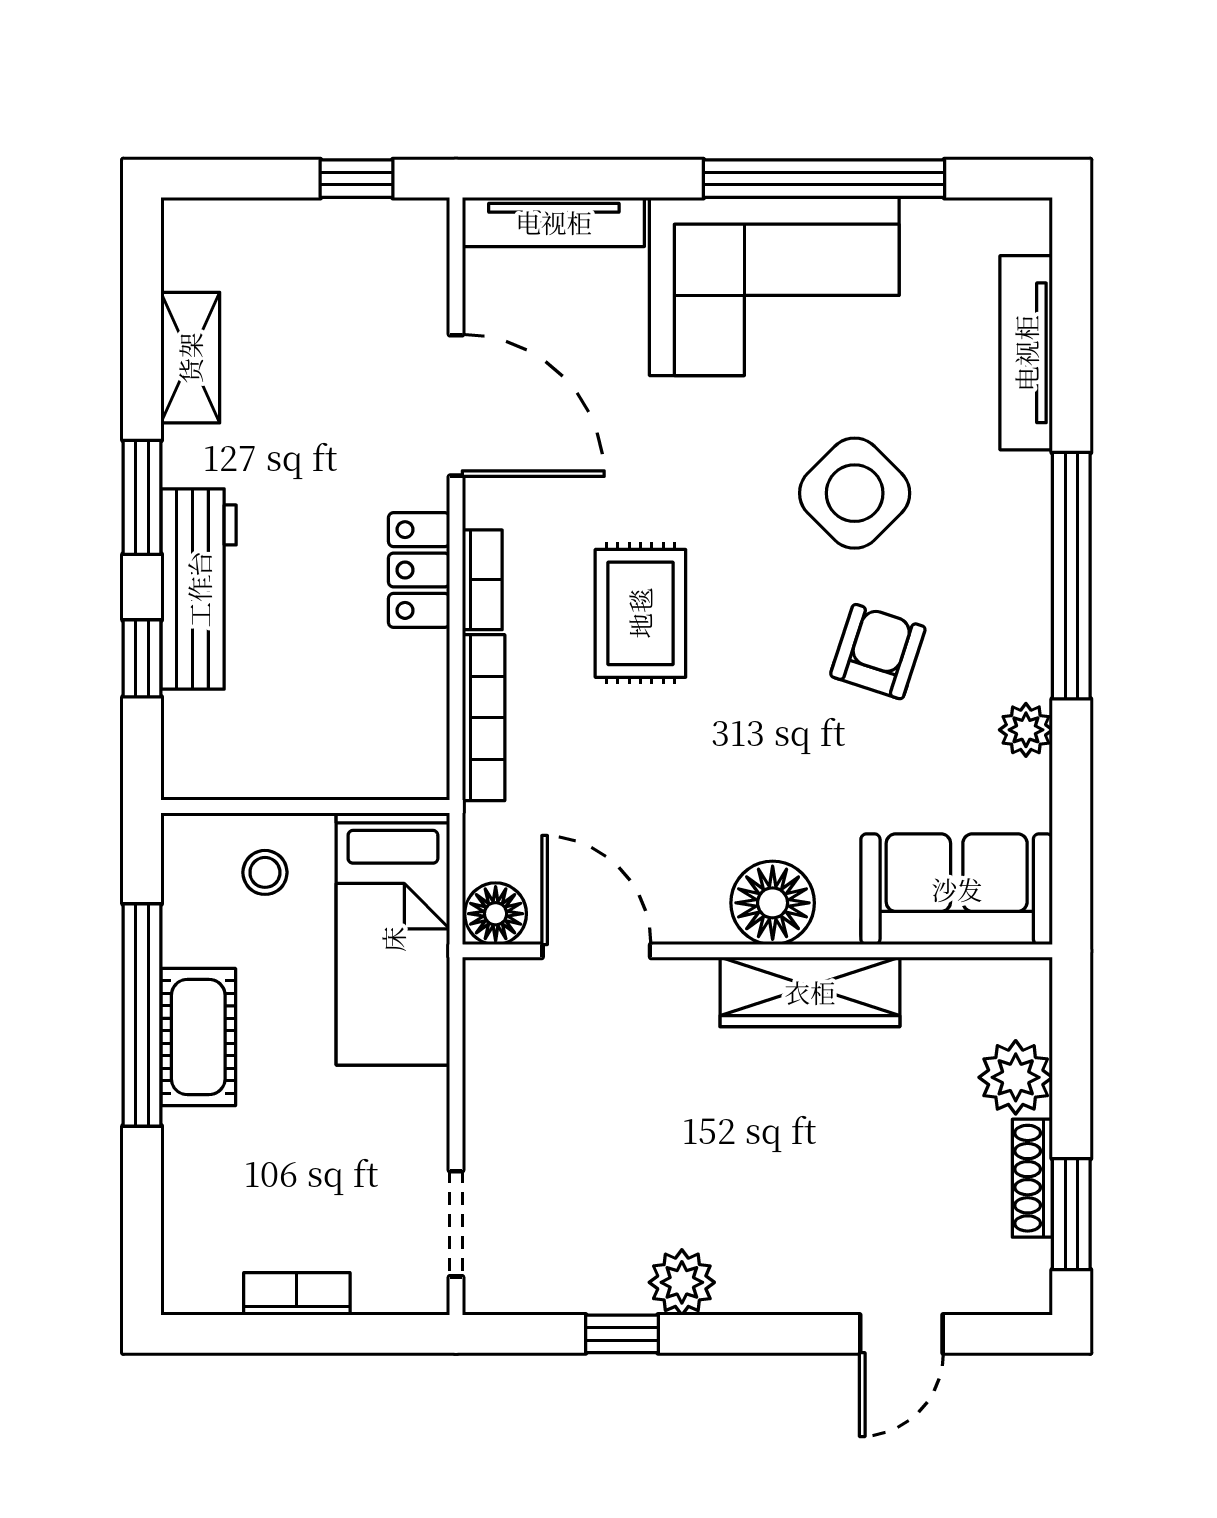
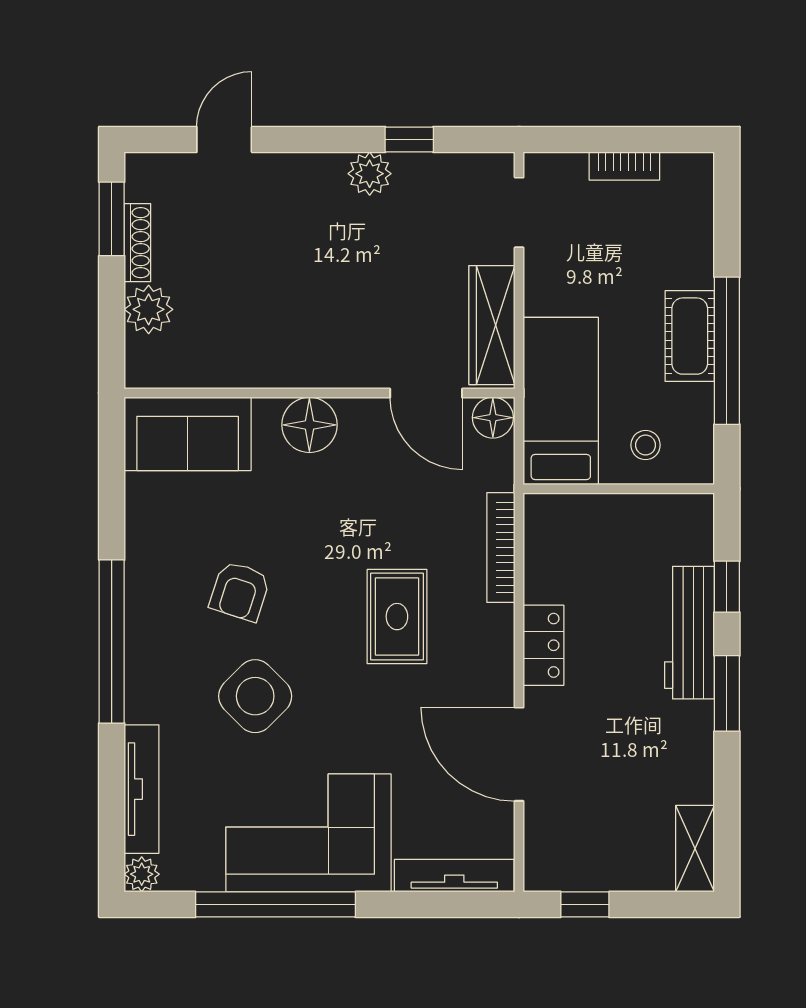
shelving: (190, 358) -> (695, 849), moved
bookcase: (482, 580) -> (502, 639), removed
plant: (1026, 730) -> (142, 874), moved
wardrobe: (810, 992) -> (492, 325), moved, turned -90

